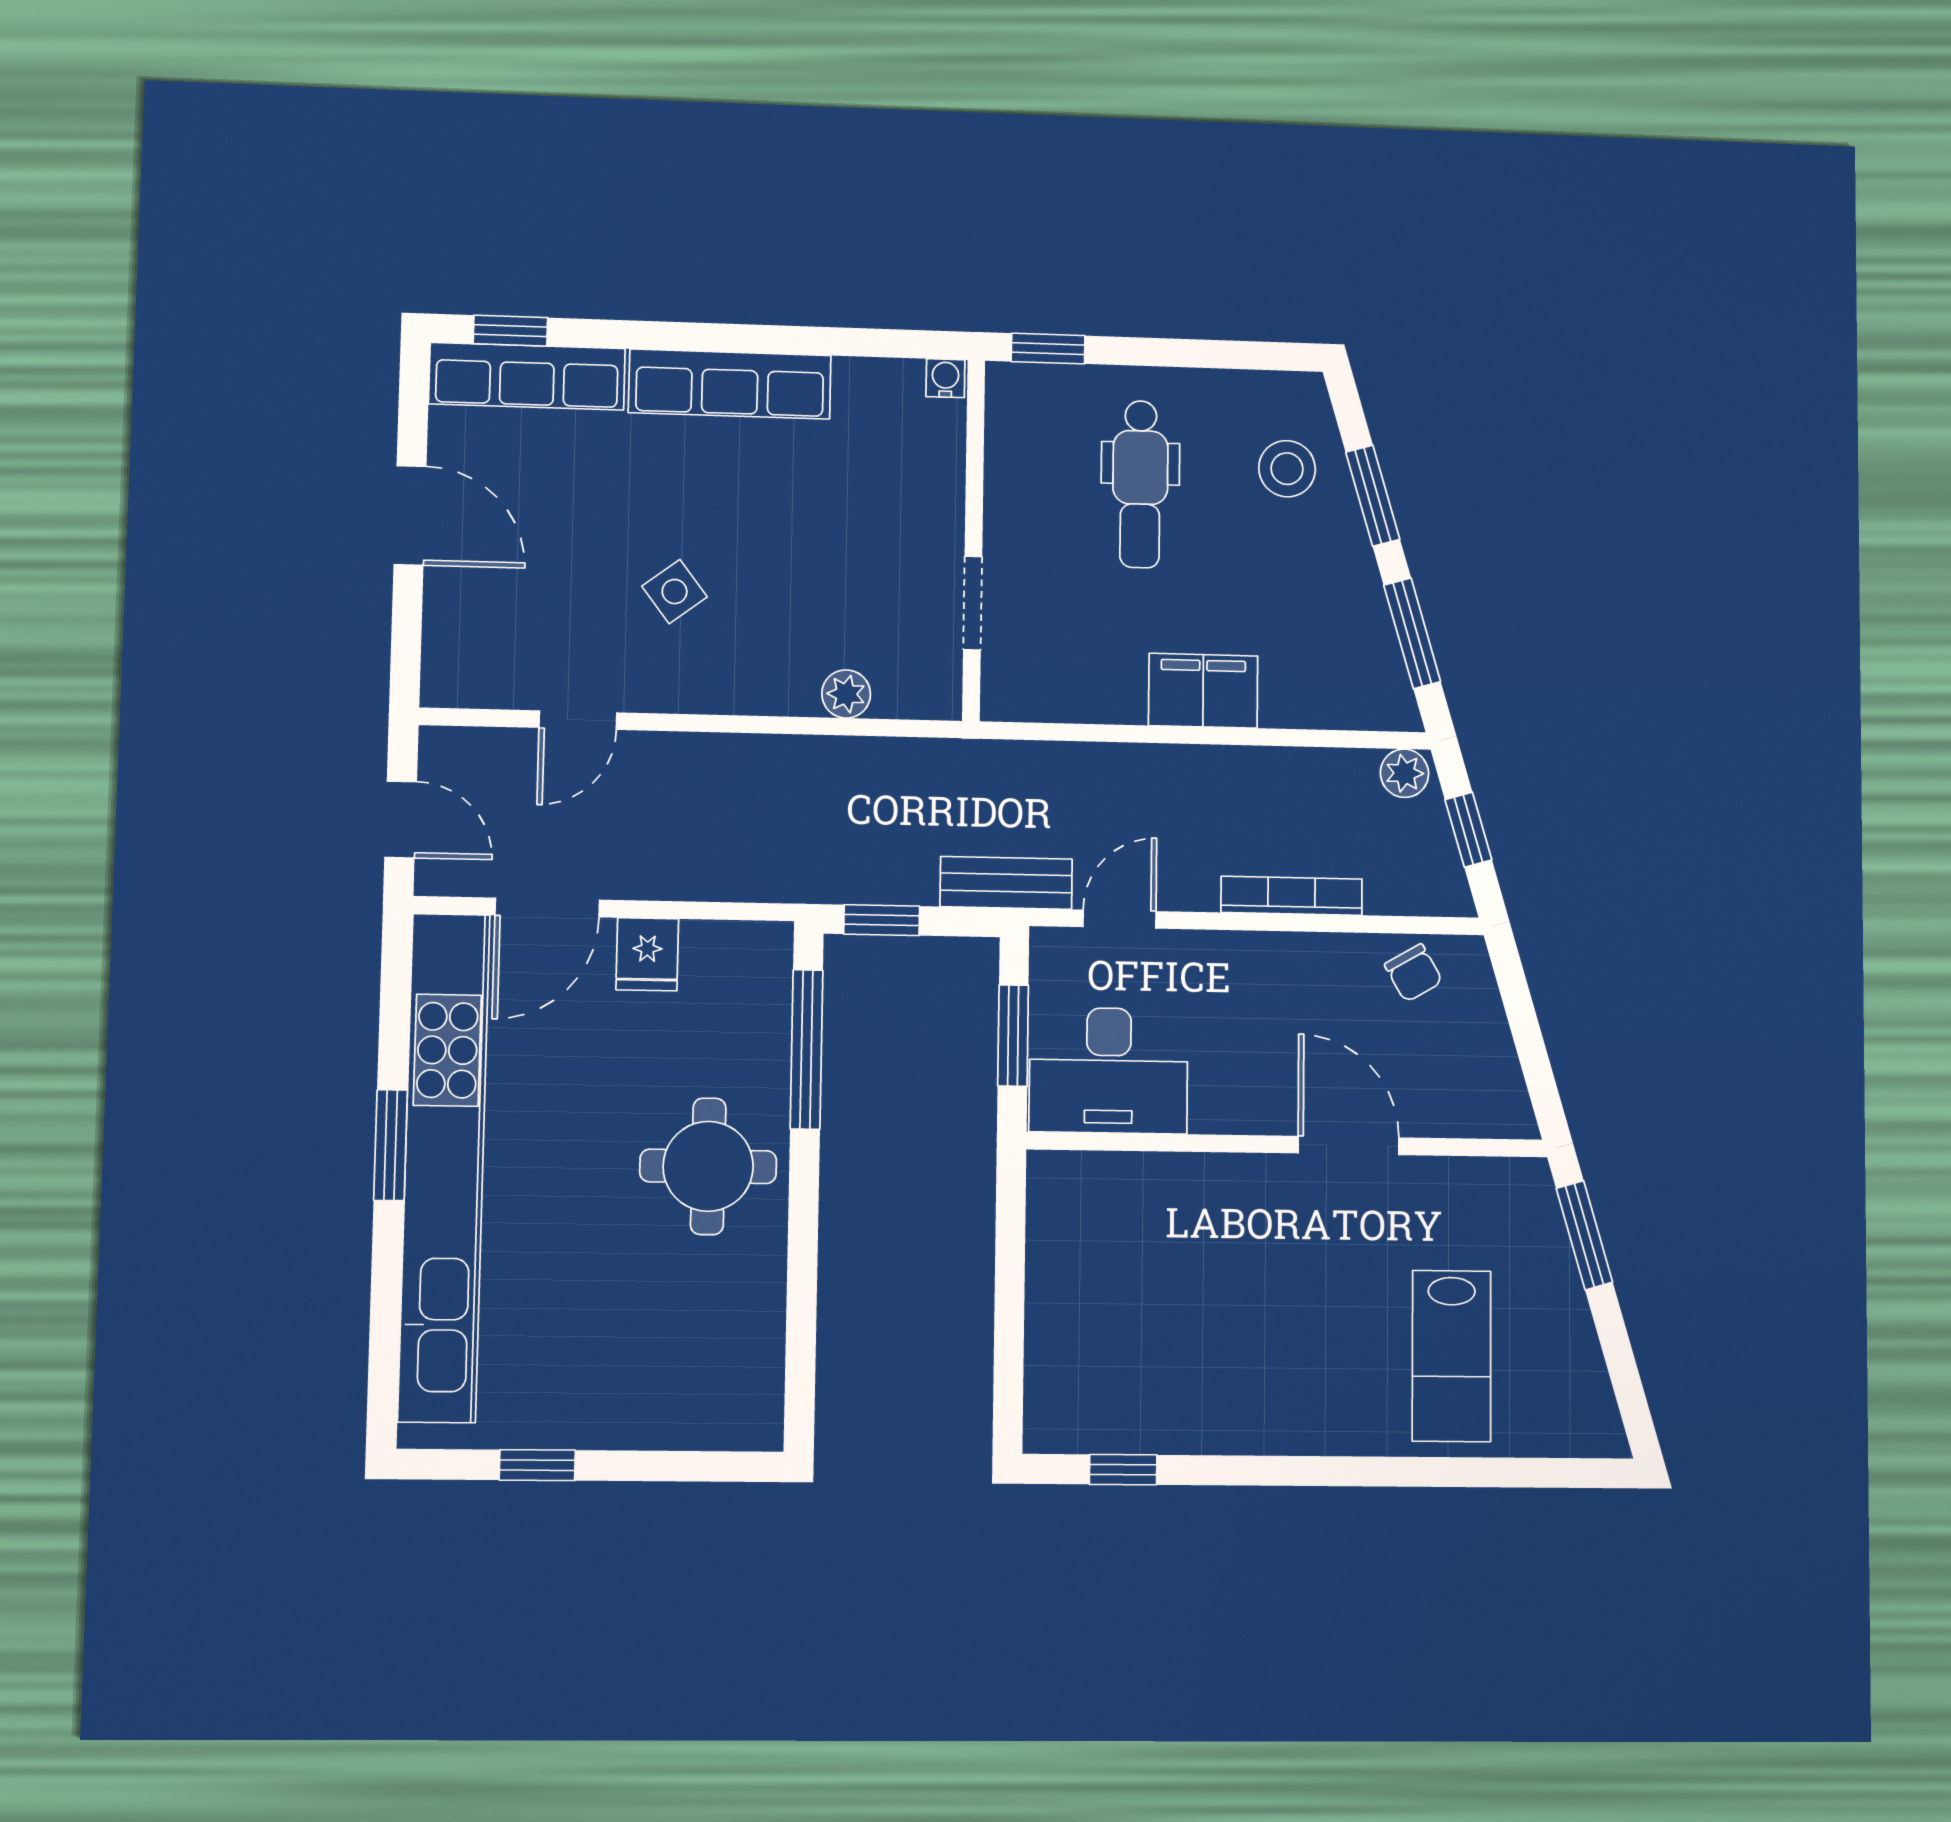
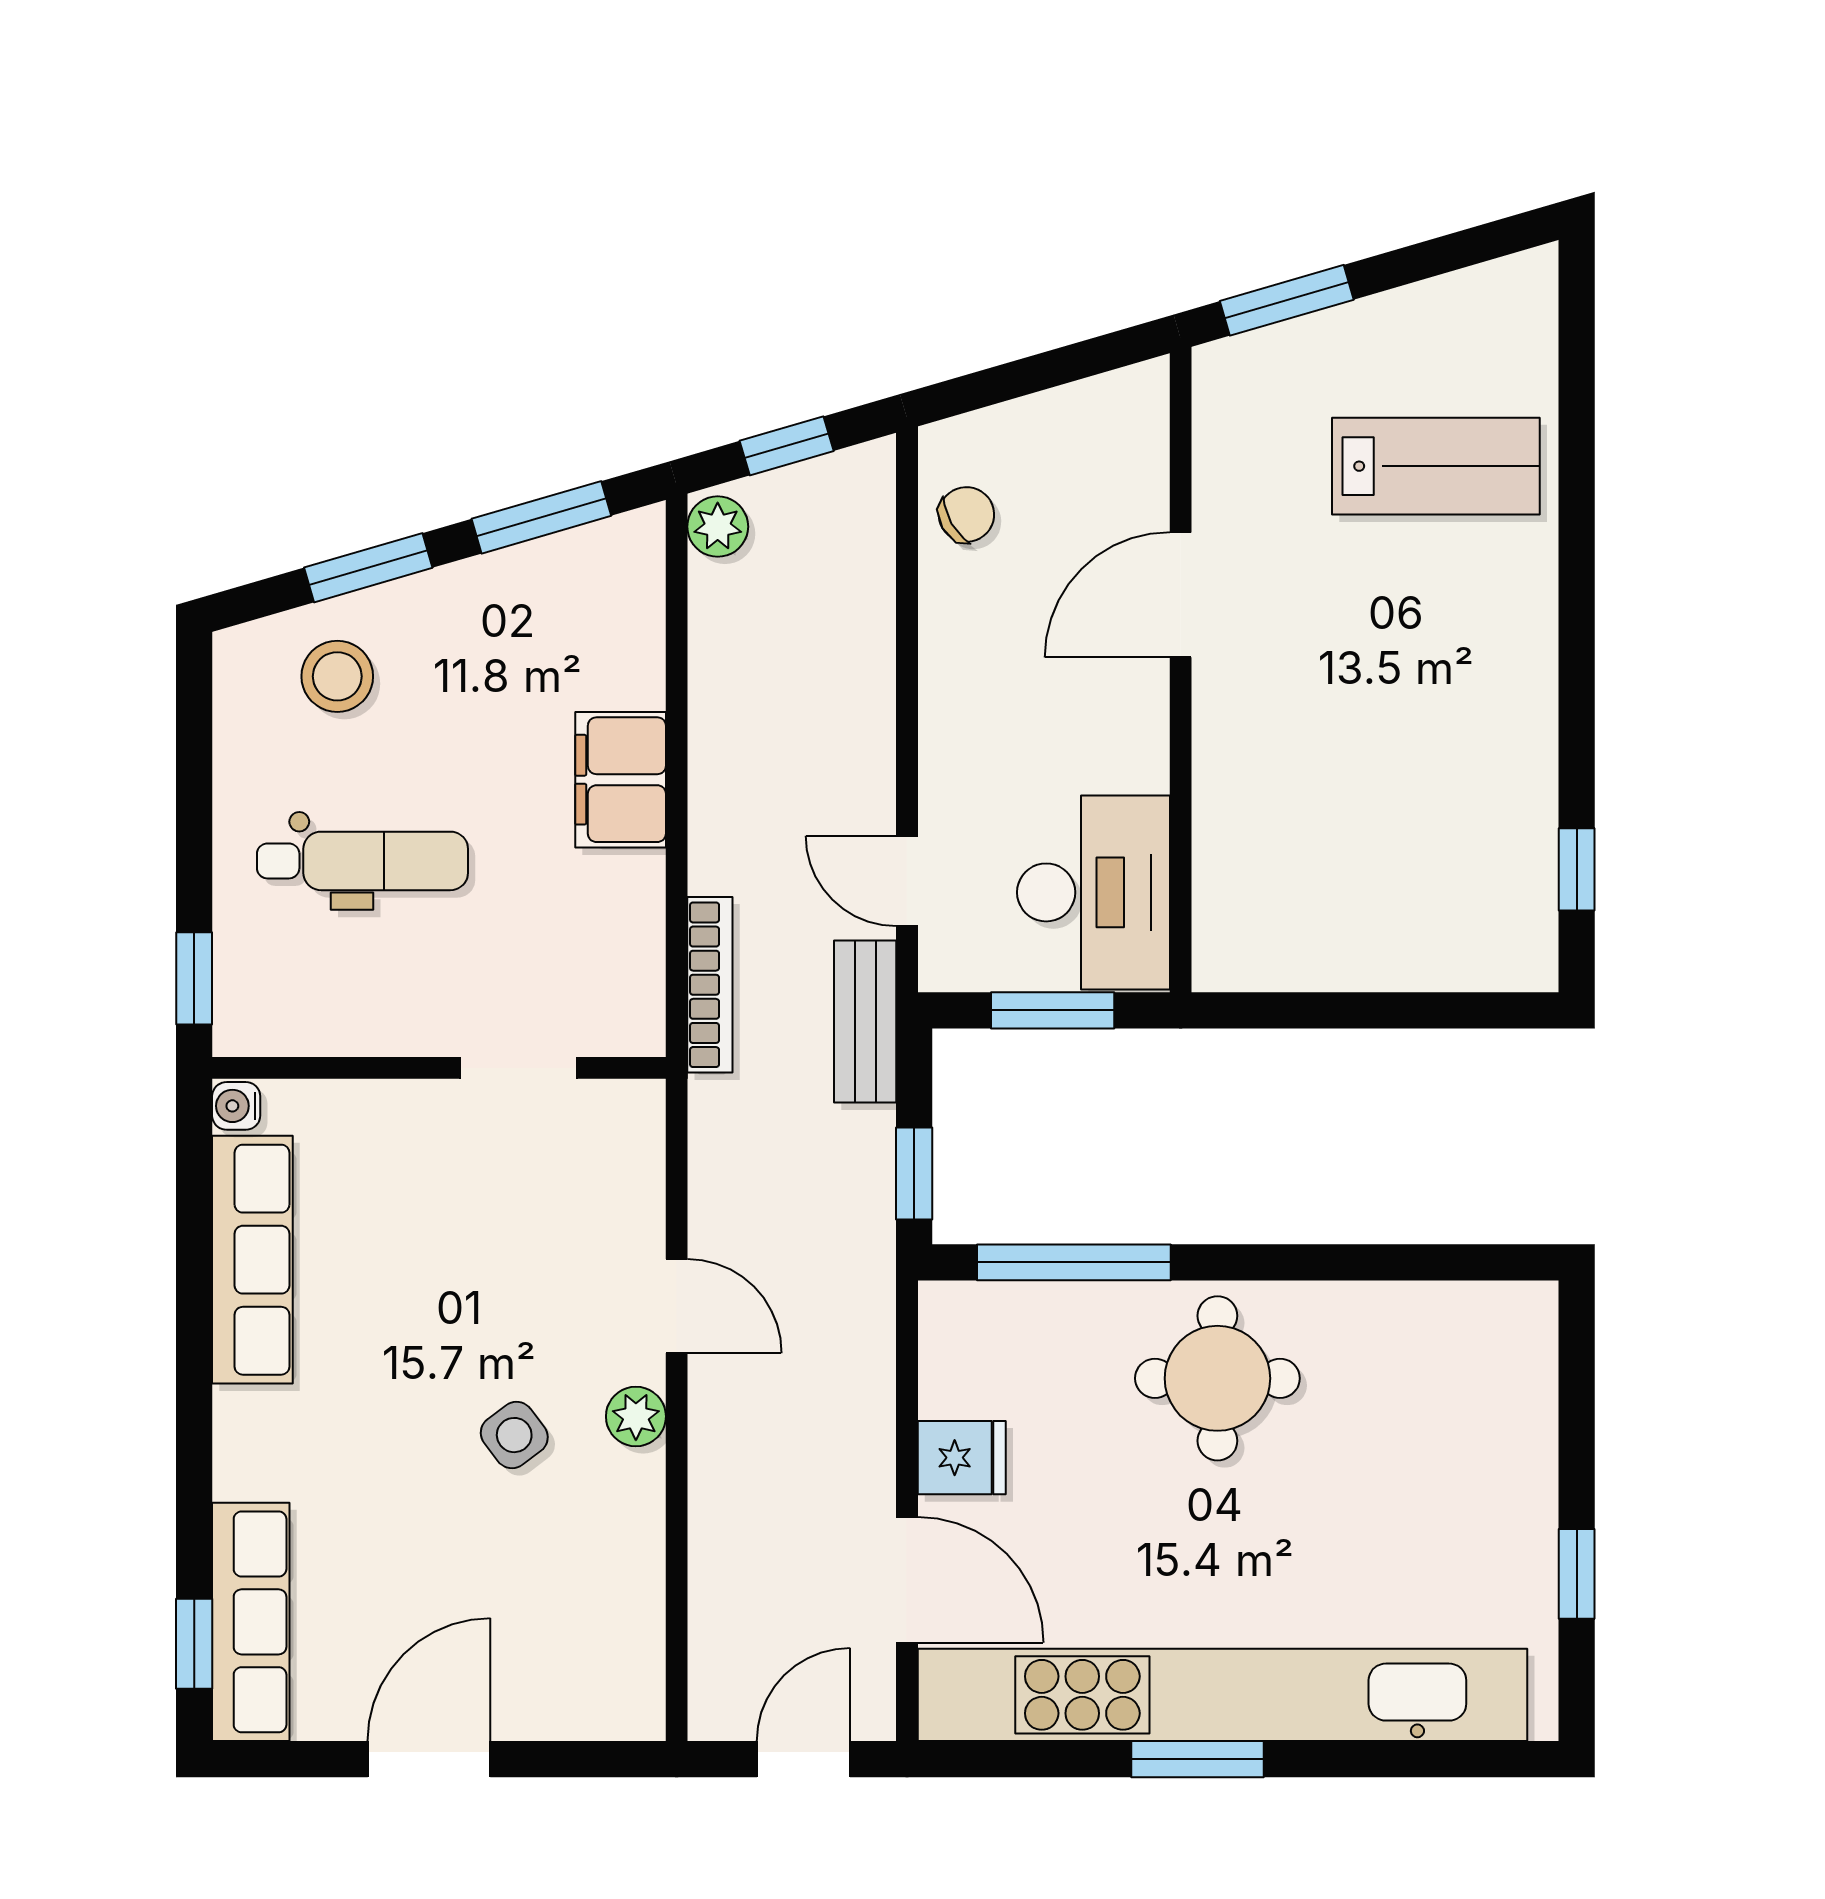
row of seats: (730, 384) -> (252, 1260), moved
plant: (846, 694) -> (636, 1416), moved
door: (578, 720) -> (677, 1306), moved
bookcase: (1292, 896) -> (710, 985), moved, turned 180

